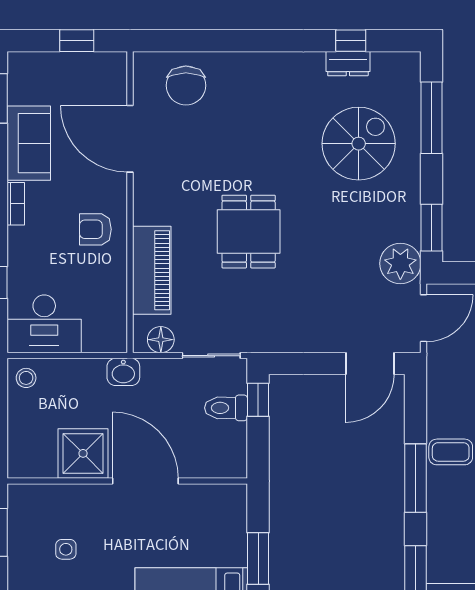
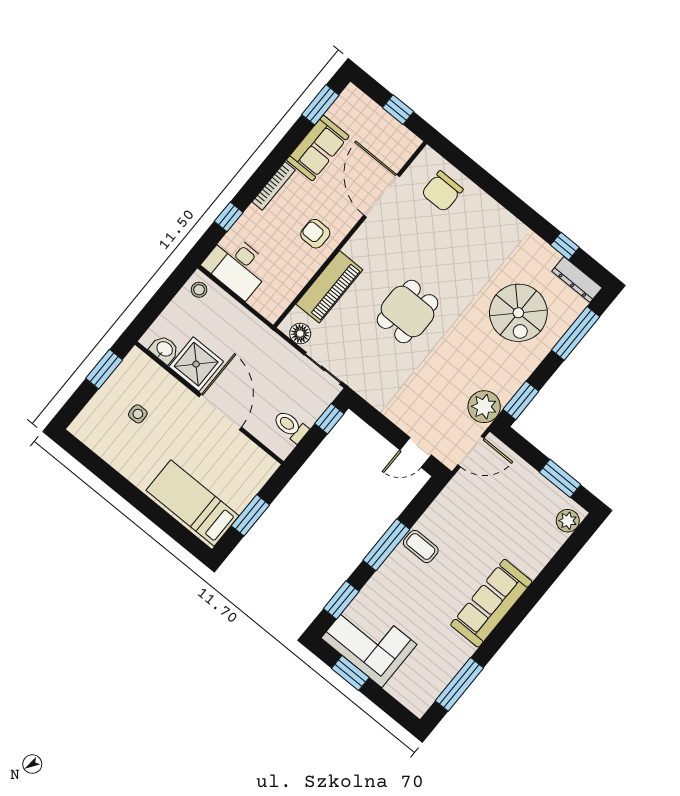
dresser: (348, 64) -> (577, 279), moved, width x1.44
spiral stairs: (359, 144) -> (518, 313), turned 90
bookcase: (16, 204) -> (274, 186), width x1.56
door: (370, 364) -> (416, 452), width x0.73
washbasin: (123, 372) -> (164, 349), moved, turned 180
toilet: (226, 408) -> (291, 426), moved

